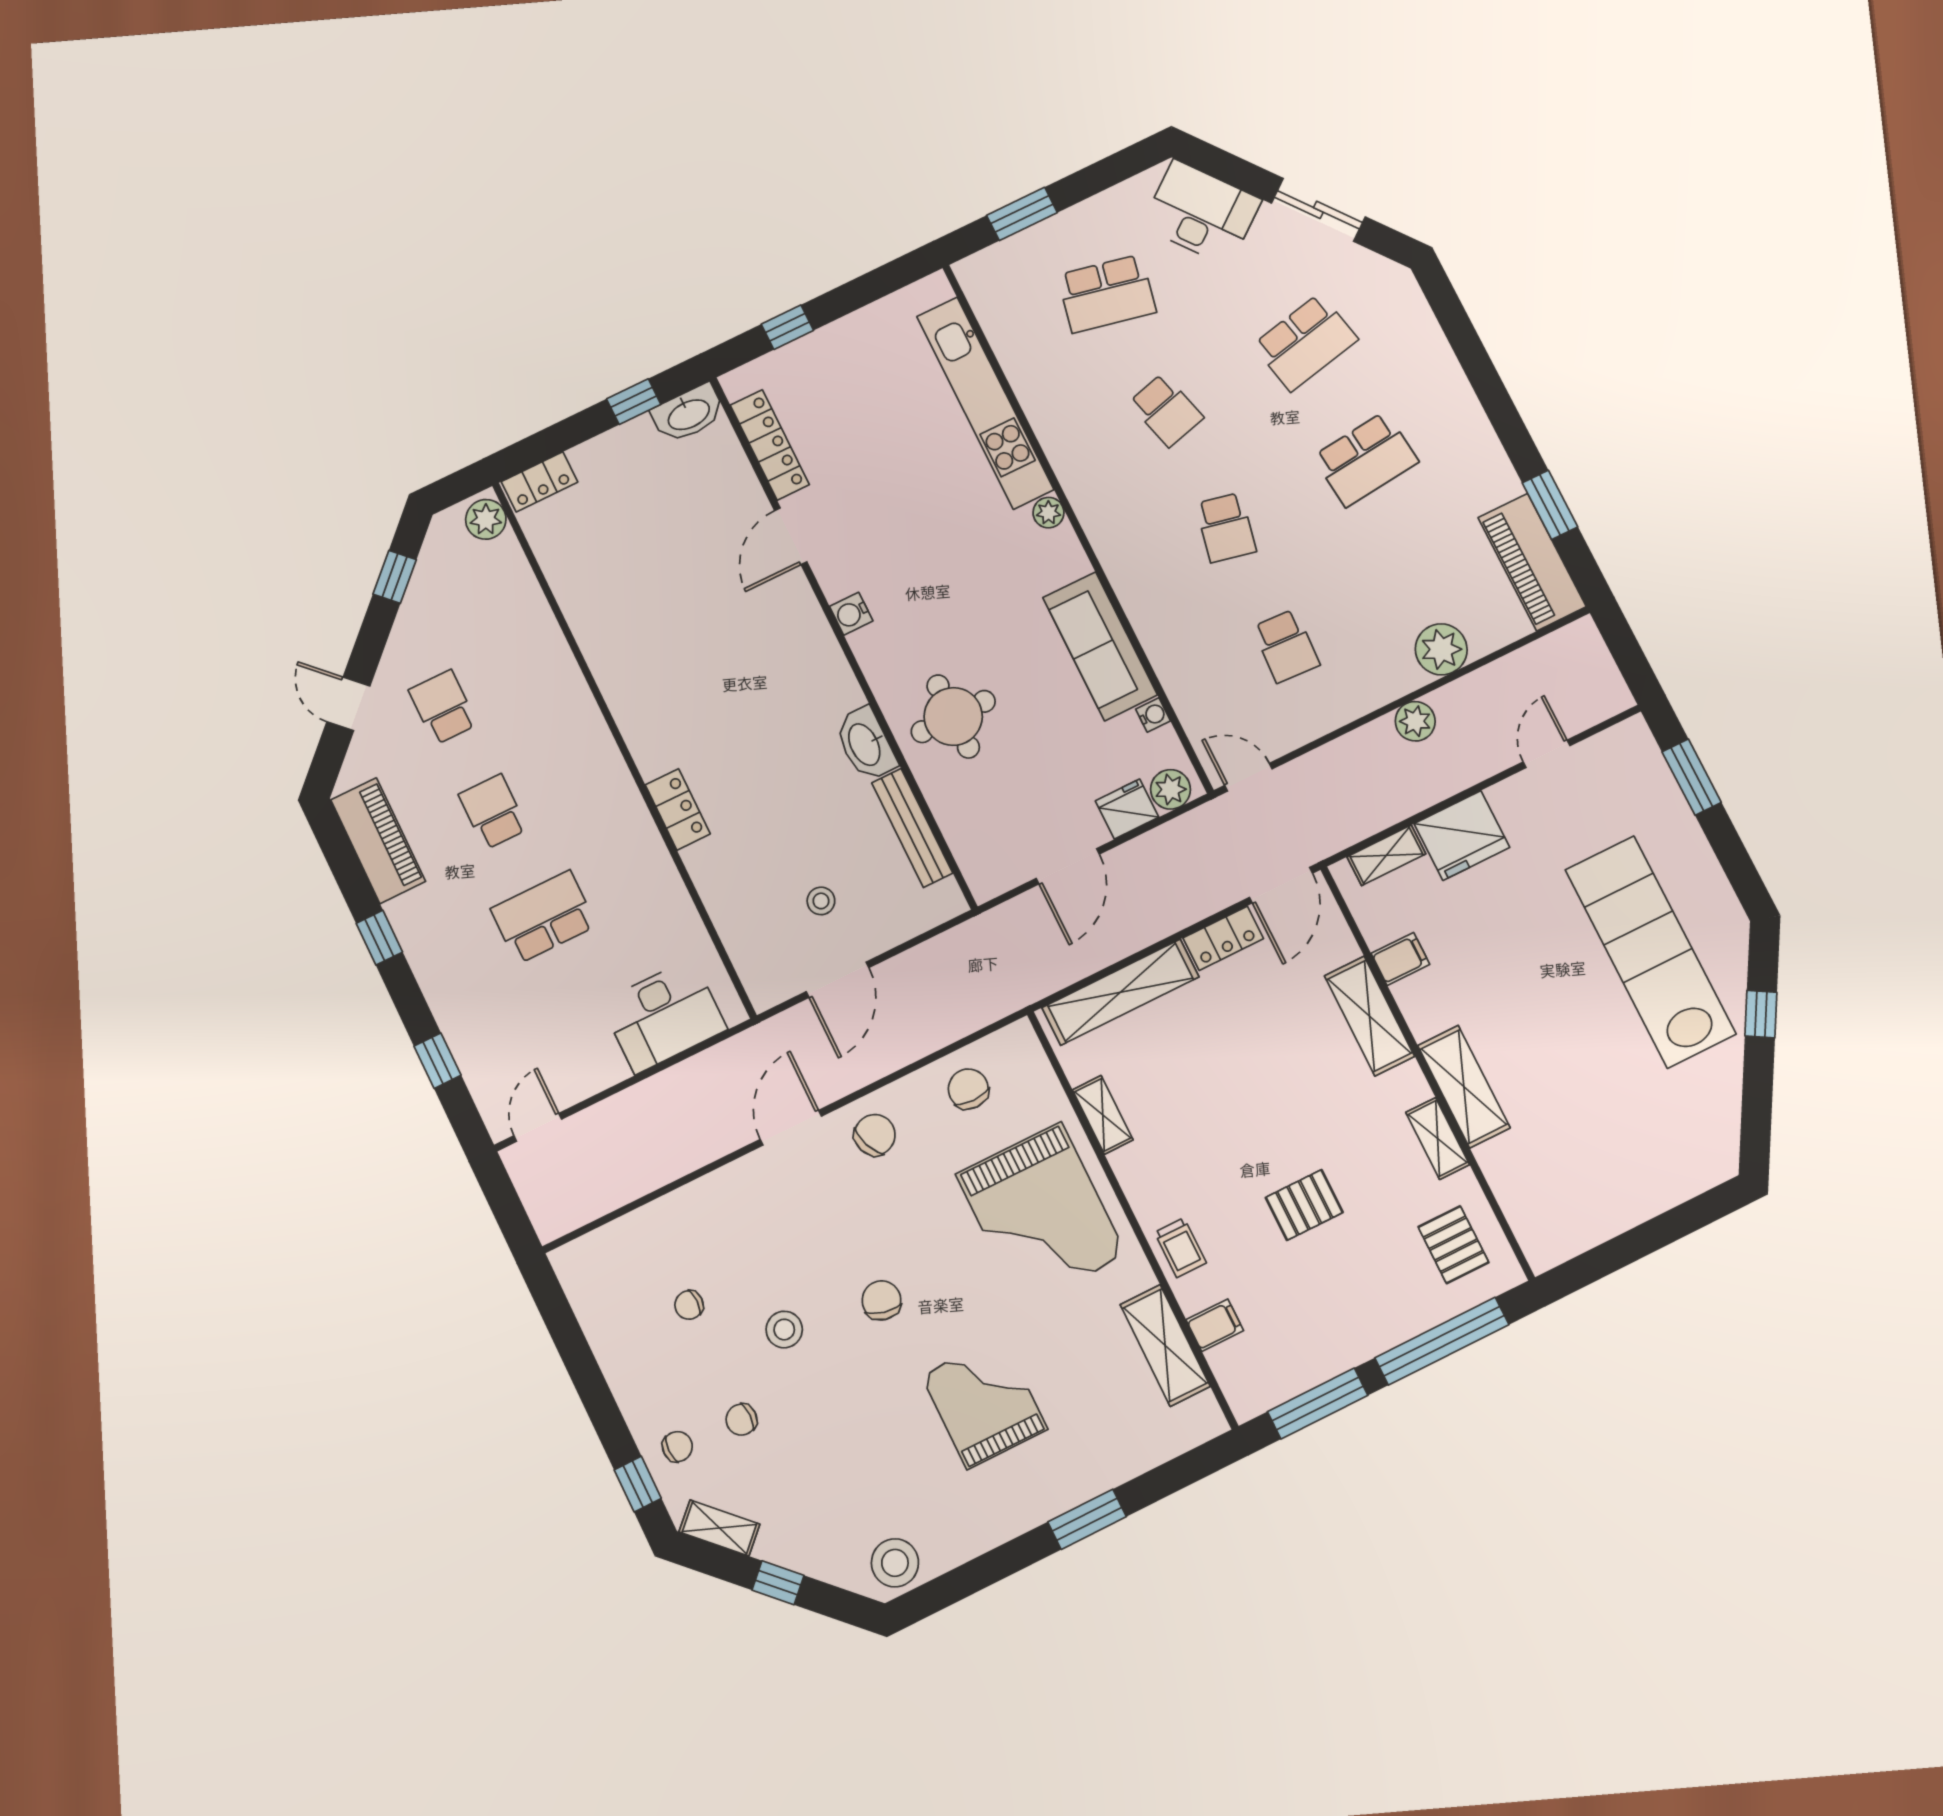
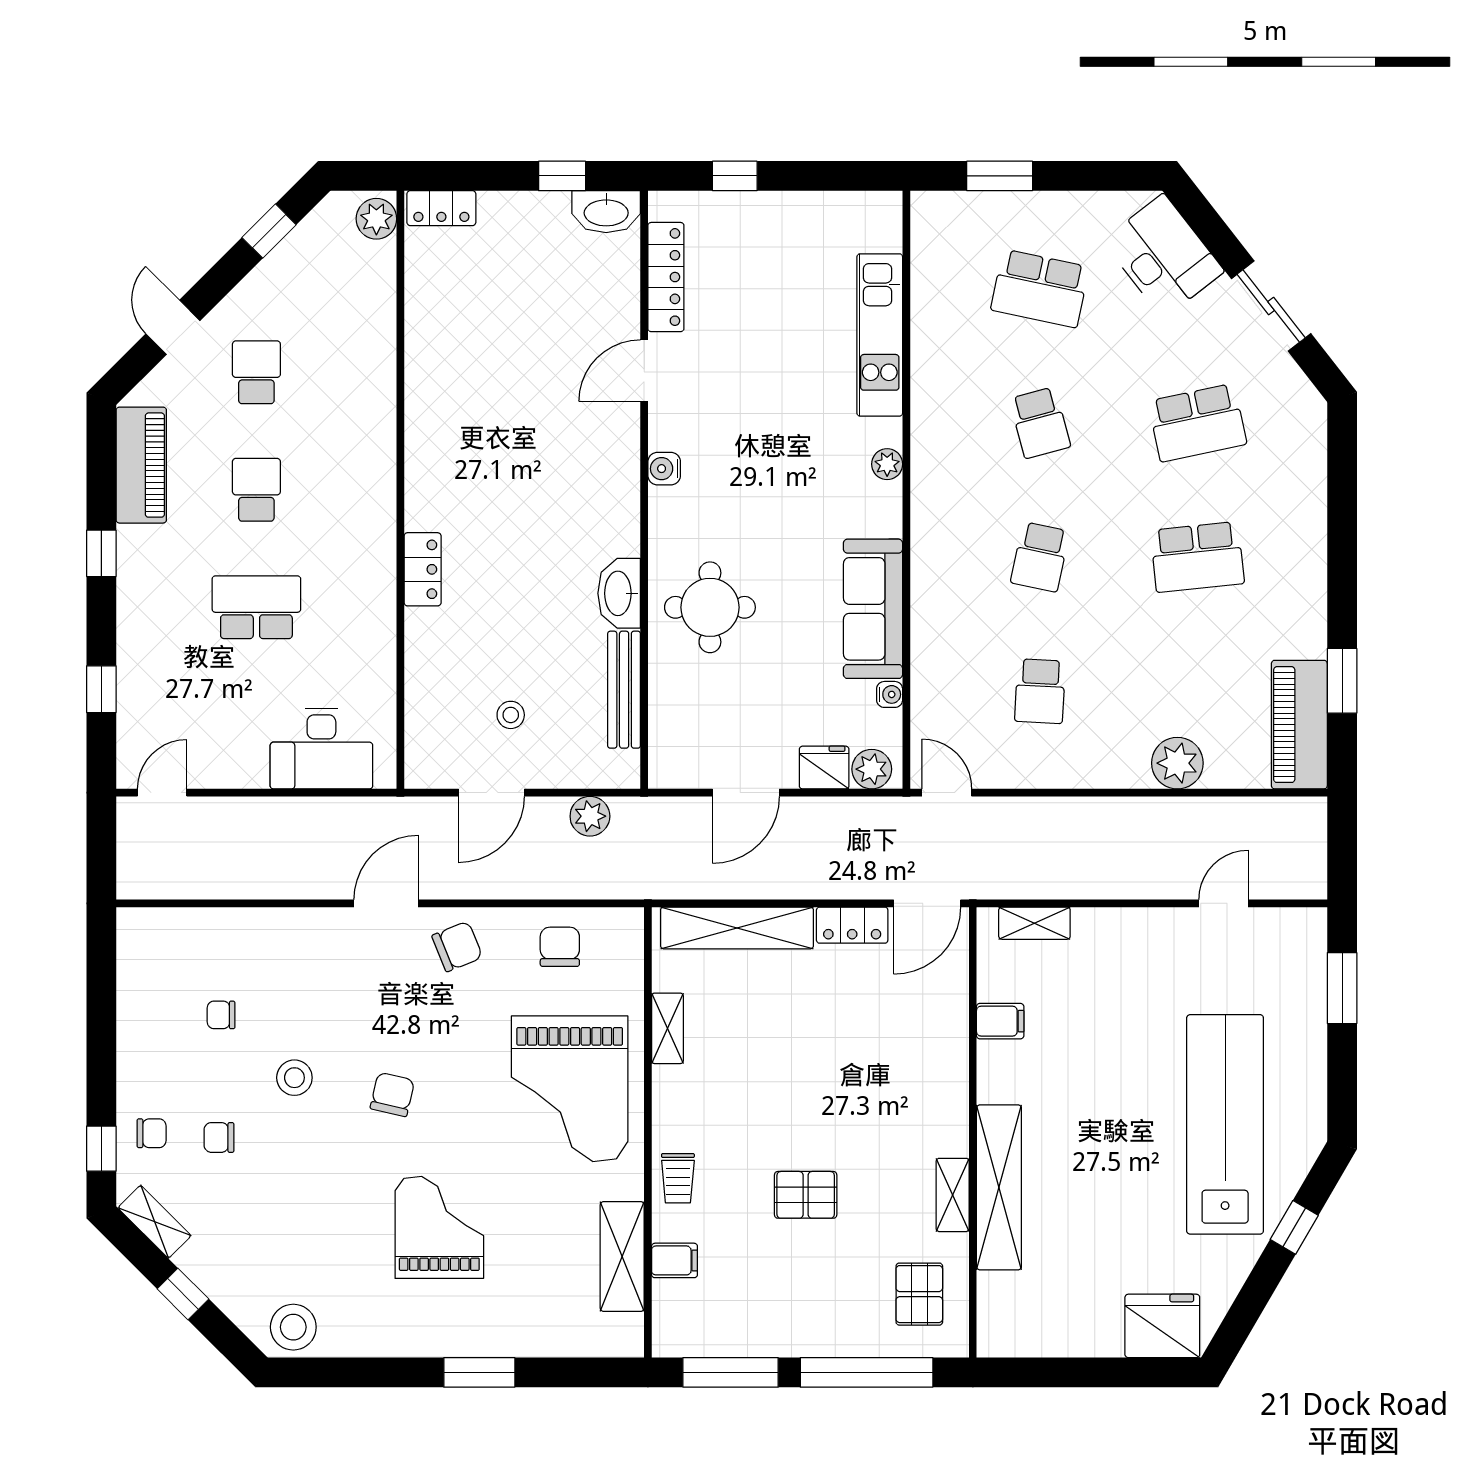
kitchen unit: (985, 403) -> (880, 335), width x0.73
plant: (1415, 721) -> (590, 816), moved
fridge: (1462, 835) -> (1162, 1326), moved, turned 180
shelving: (1369, 1016) -> (947, 1058), removed
shelving: (1464, 1087) -> (999, 1187), width x1.47

